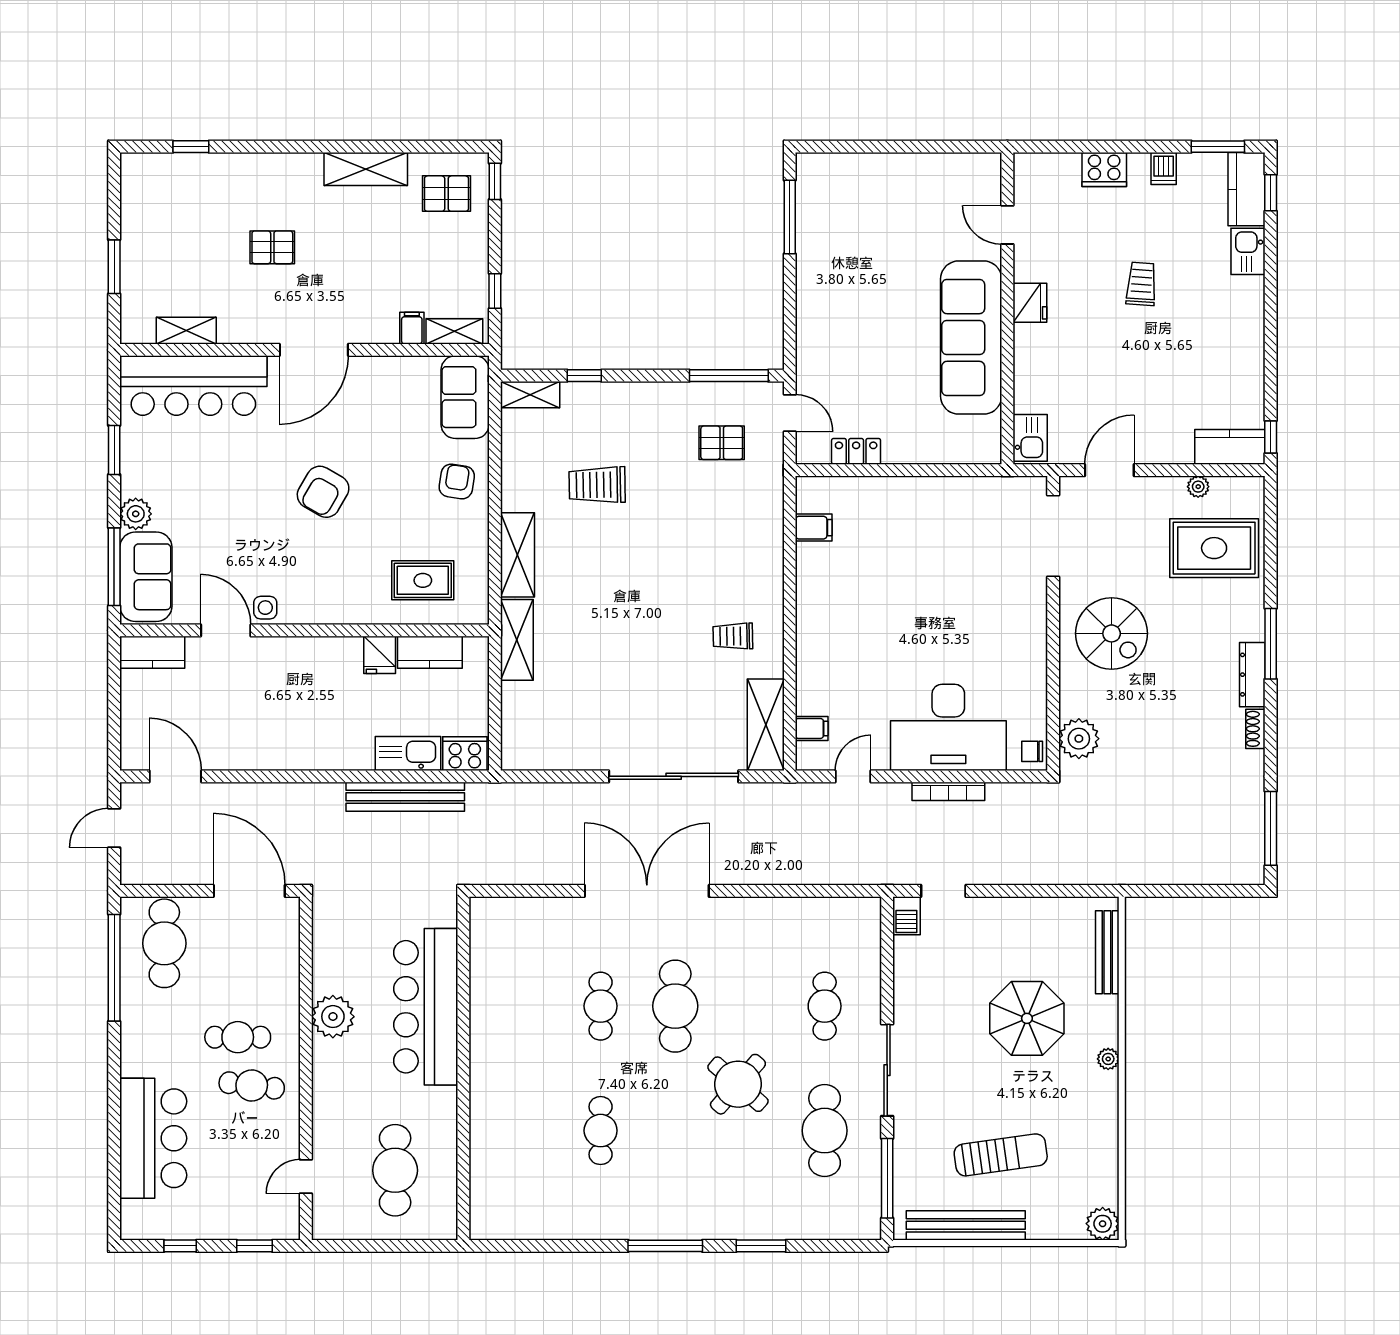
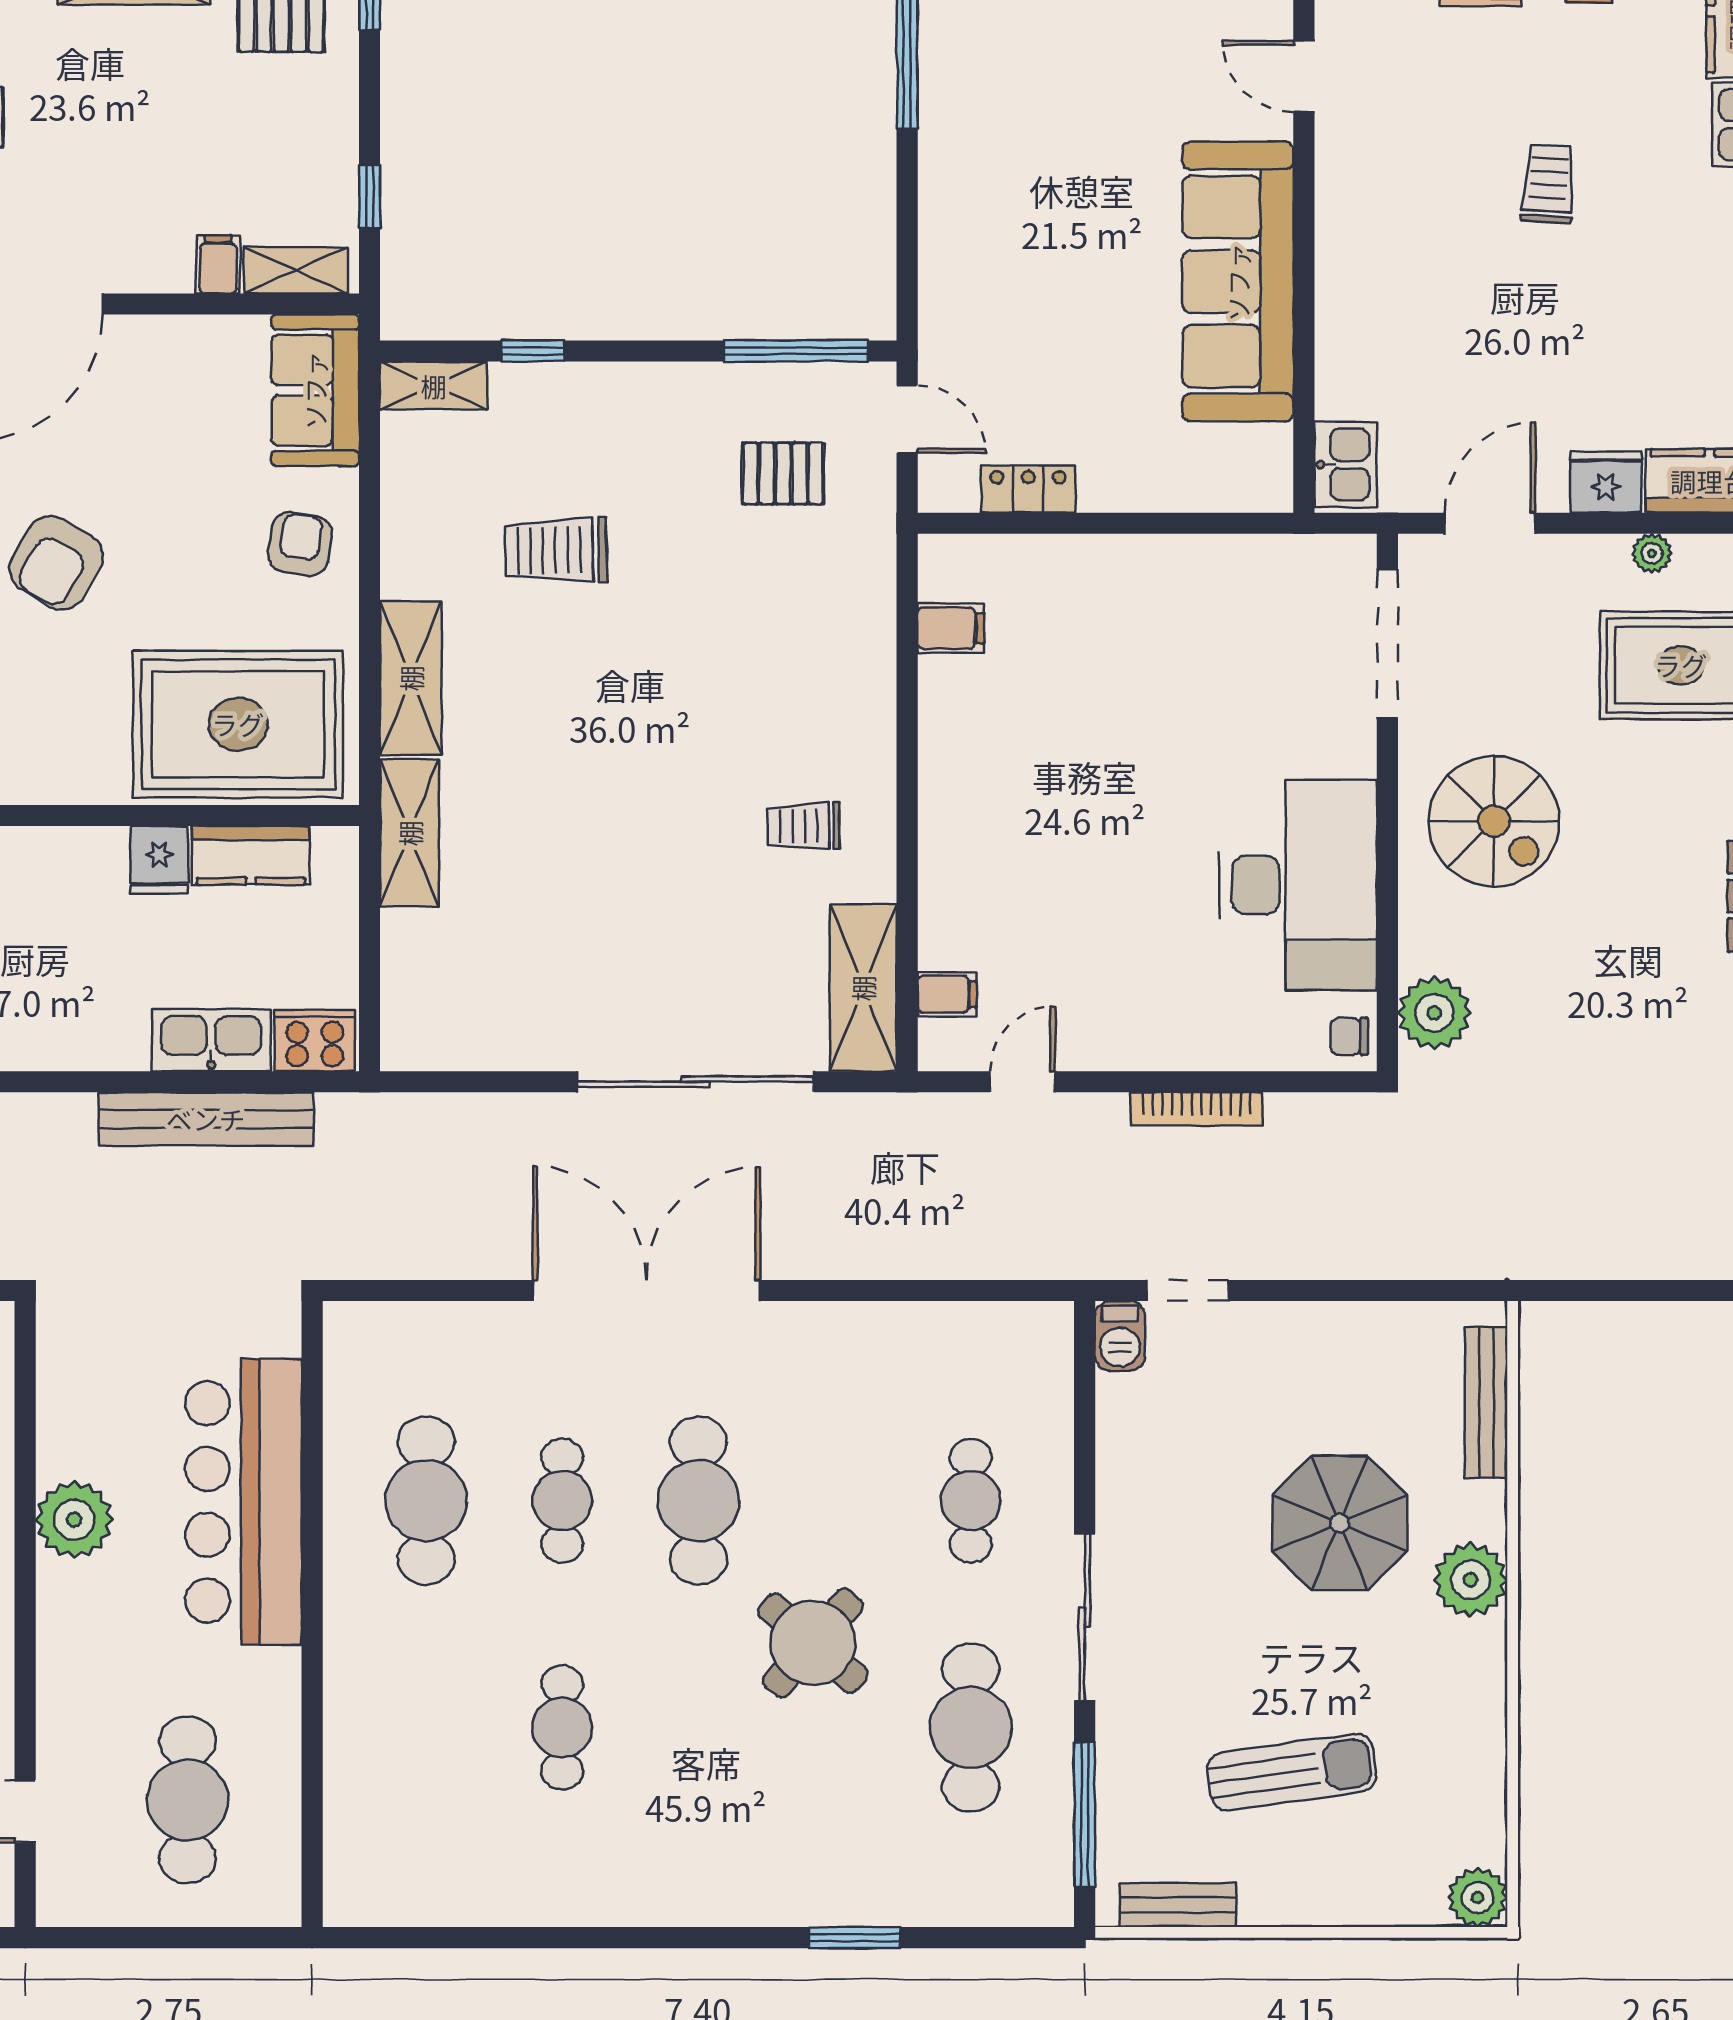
fridge: (1030, 303) -> (1606, 482), moved, turned -90
rug: (423, 580) -> (238, 724), width x1.86, depth x2.06
desk: (948, 727) -> (1298, 885), moved, turned -90
cafe table: (526, 1006) -> (426, 1501), added
plant: (1108, 1059) -> (1471, 1580), width x1.88, depth x1.88
bench: (966, 1225) -> (1178, 1905), width x0.54, depth x0.82
window: (665, 1246) -> (680, 1938), removed

